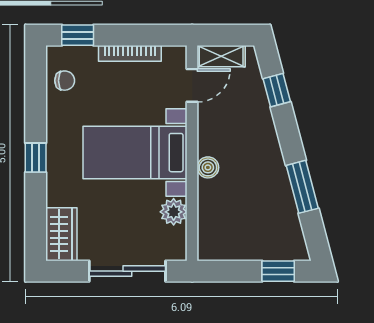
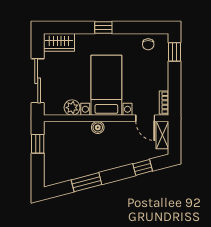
bookcase: (130, 53) -> (164, 103), moved, width x0.64
window: (278, 271) -> (38, 144), moved

